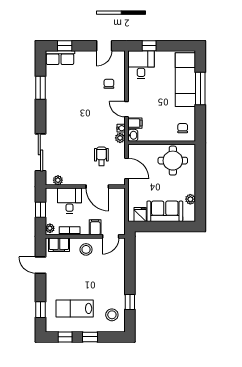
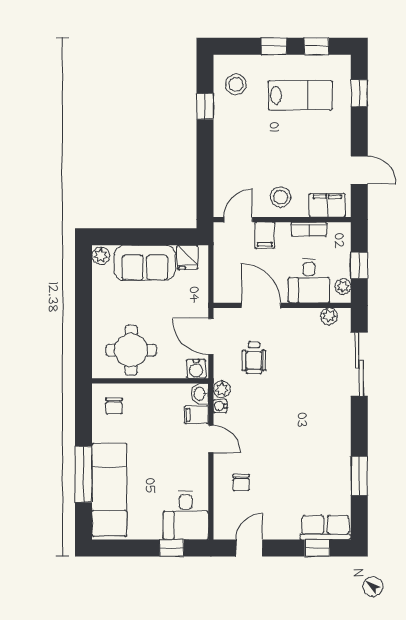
water cooler: (135, 150) -> (196, 369), added
plant: (190, 199) -> (101, 256), moved
plant: (50, 228) -> (343, 286), moved

